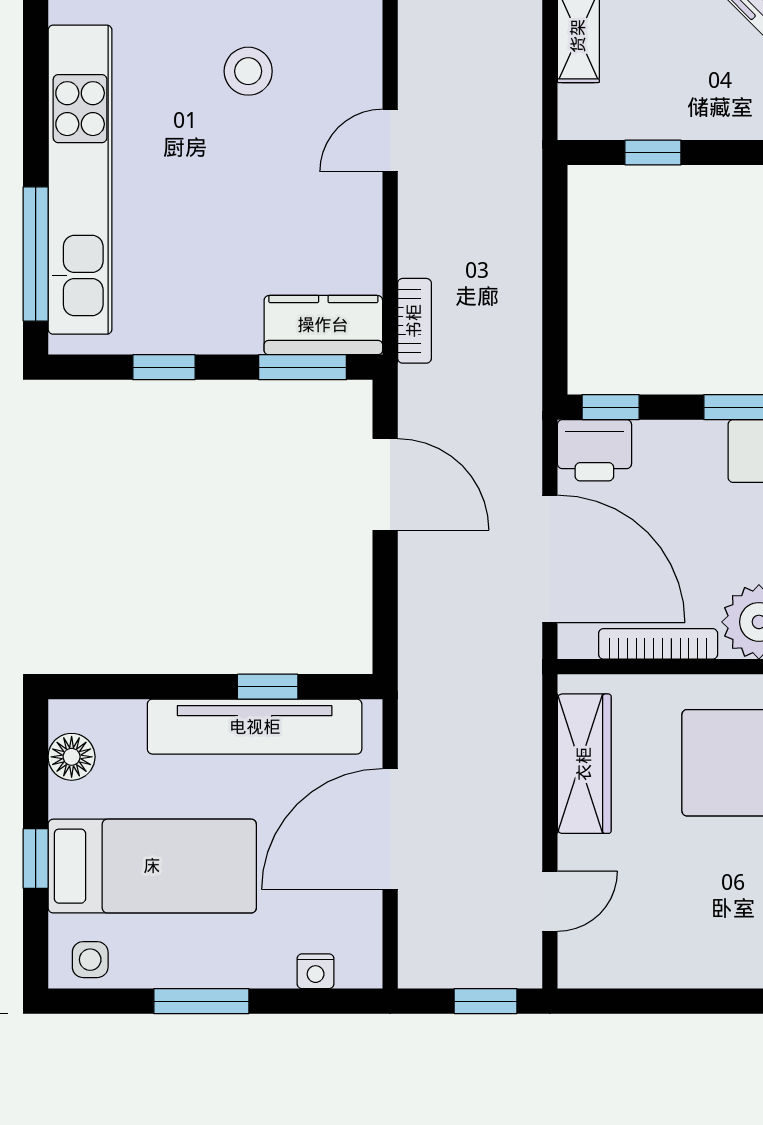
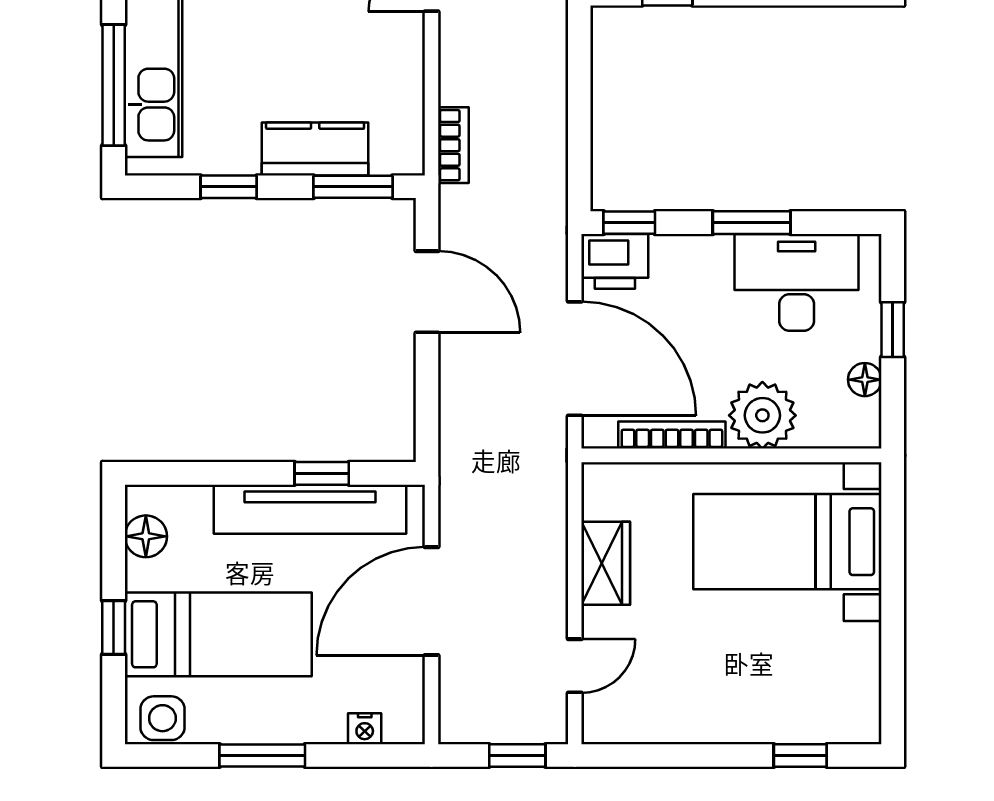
kitchen counter: (323, 325) -> (315, 149), moved
wardrobe: (584, 764) -> (606, 563), width x0.67
side table: (90, 960) -> (162, 718), width x1.37, depth x1.37

